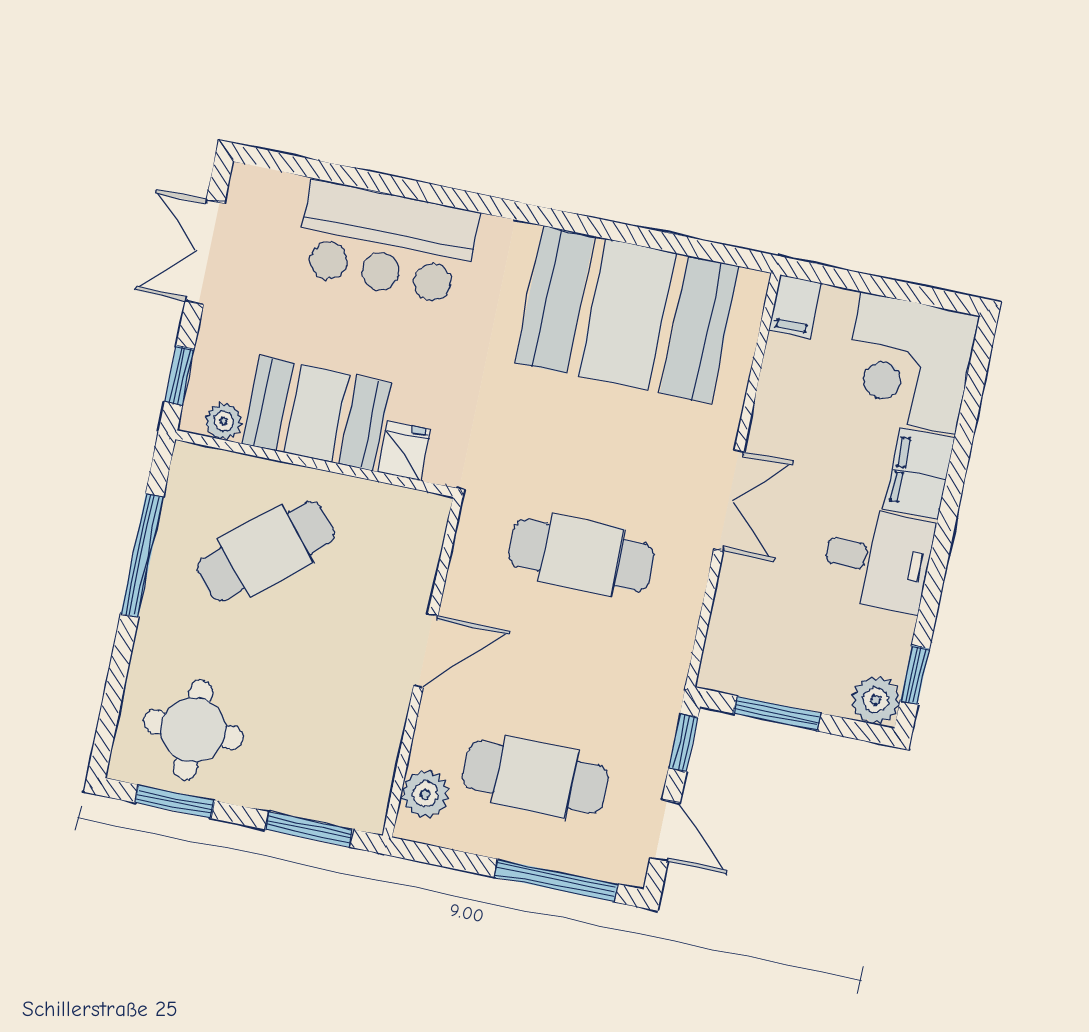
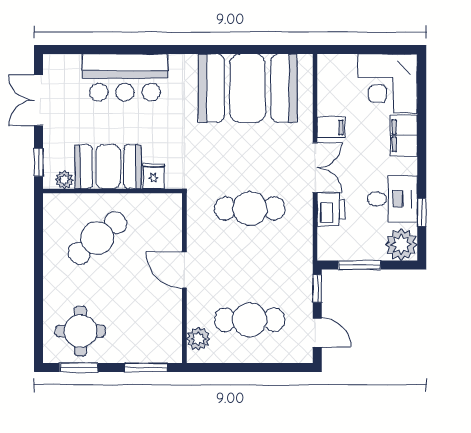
filing cabinet: (795, 306) -> (331, 127), moved, turned -90
window: (142, 555) -> (38, 252), removed
desk: (877, 559) -> (392, 199), moved
printer: (743, 590) -> (331, 209), added
door: (426, 651) -> (184, 270), swing flipped
window: (915, 675) -> (422, 212), moved
plant: (876, 700) -> (401, 245), width x1.36, depth x1.36
window: (556, 881) -> (270, 367), removed

